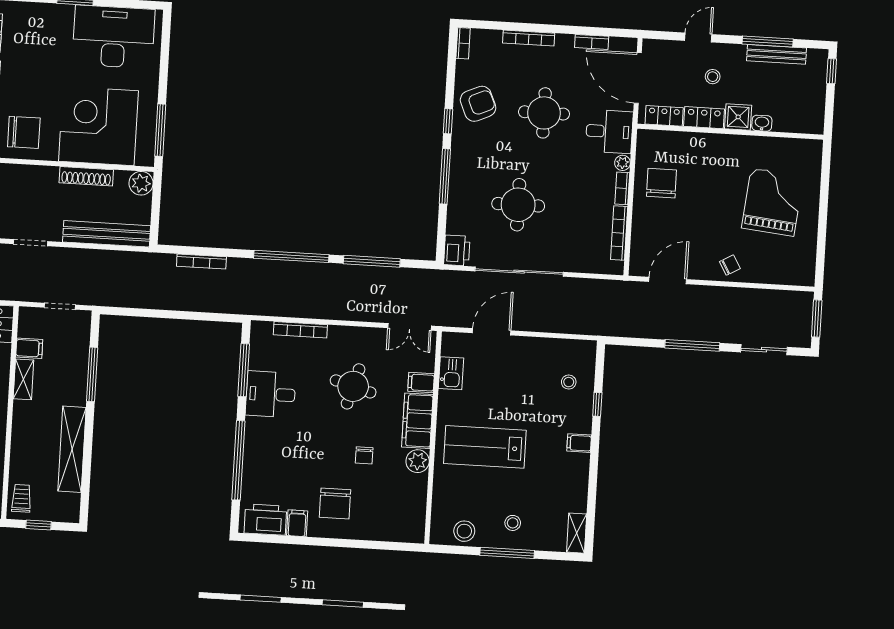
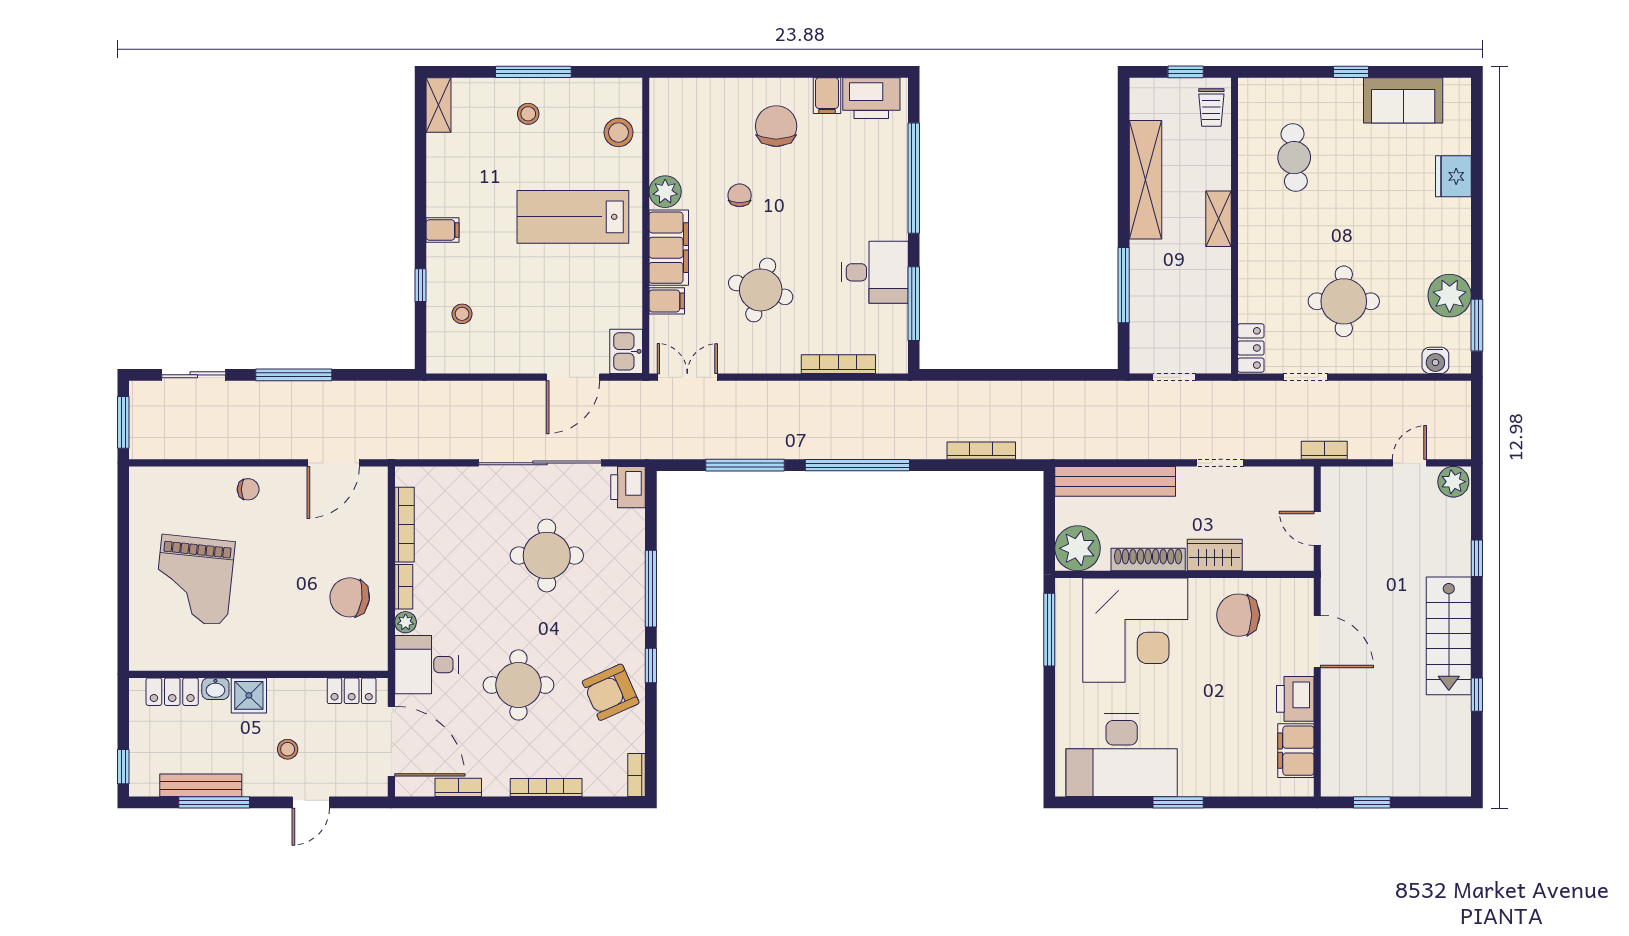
locker: (704, 118) -> (172, 692), moved
wardrobe: (38, 177) -> (1215, 555), added
plant: (141, 183) -> (1078, 548), width x1.36, depth x1.36
chair: (662, 183) -> (350, 597), turned 98
chair: (730, 265) -> (248, 489), turned -150
filing cabinet: (29, 348) -> (1213, 316), removed
kitchen sink: (451, 373) -> (626, 351), moved
shelving: (23, 379) -> (1218, 219), moved
lab bench: (485, 447) -> (573, 217), turned 180
stool: (464, 531) -> (618, 132), moved

